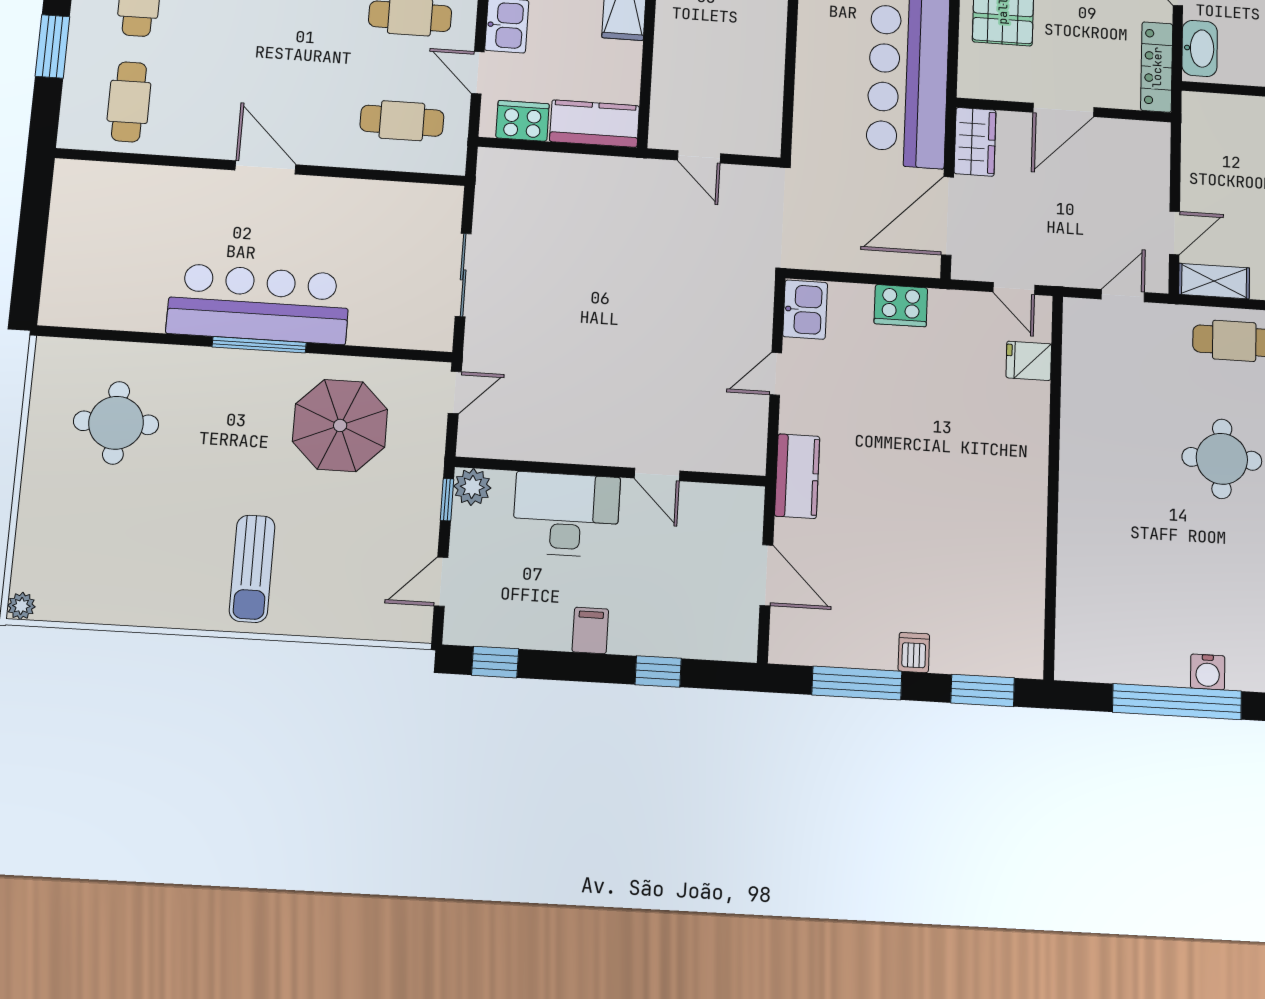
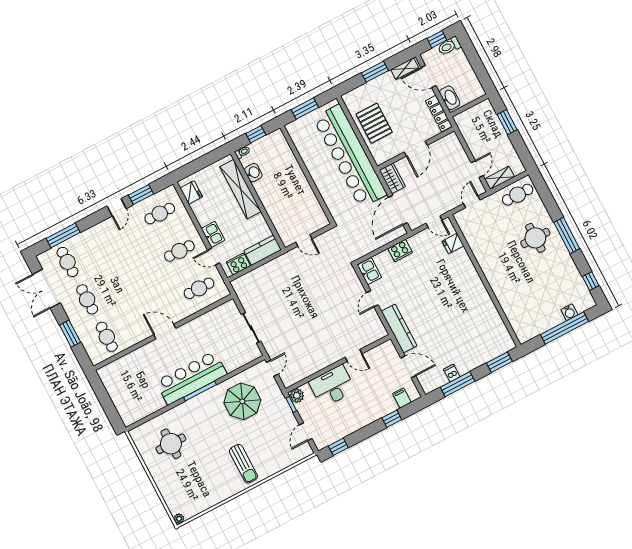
kitchen counter: (797, 476) -> (399, 329), width x1.50
filing cabinet: (590, 630) -> (402, 398), moved
dishwasher: (914, 652) -> (452, 373), moved

